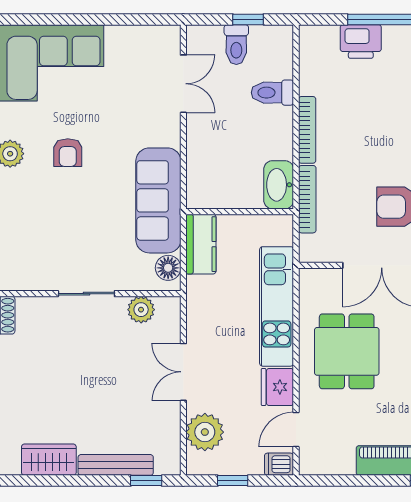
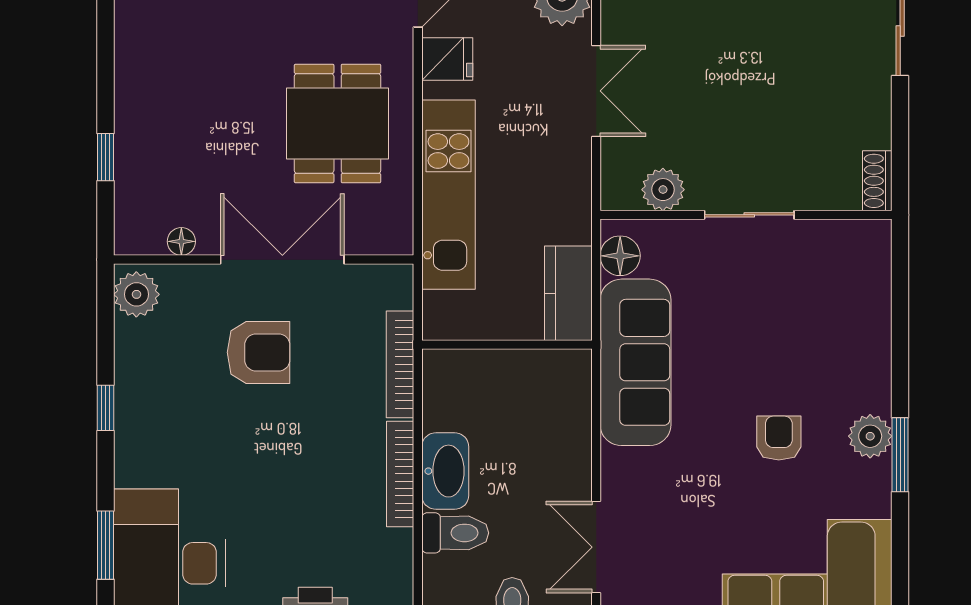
washbasin: (279, 185) -> (445, 471), moved
fridge: (277, 387) -> (447, 59), width x0.72

